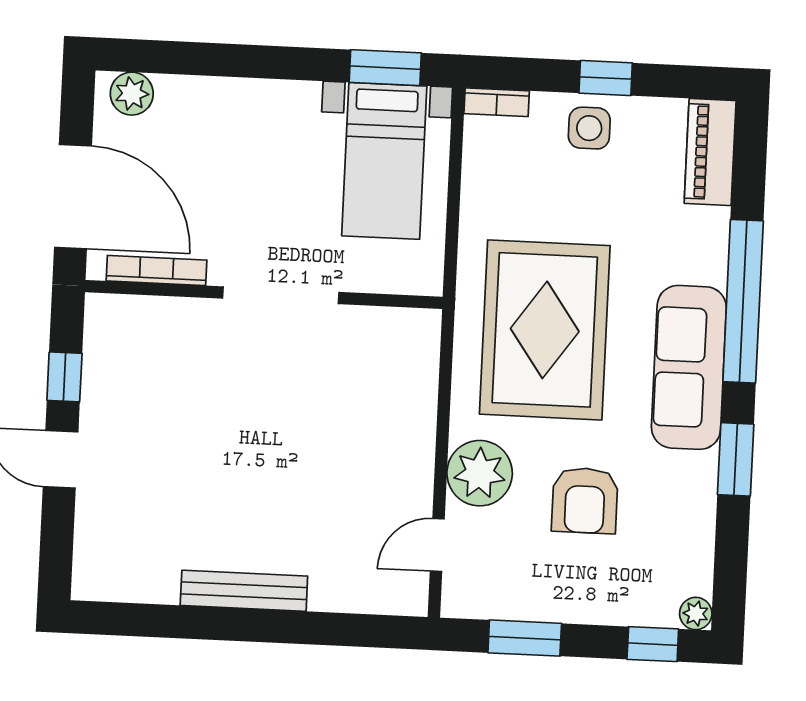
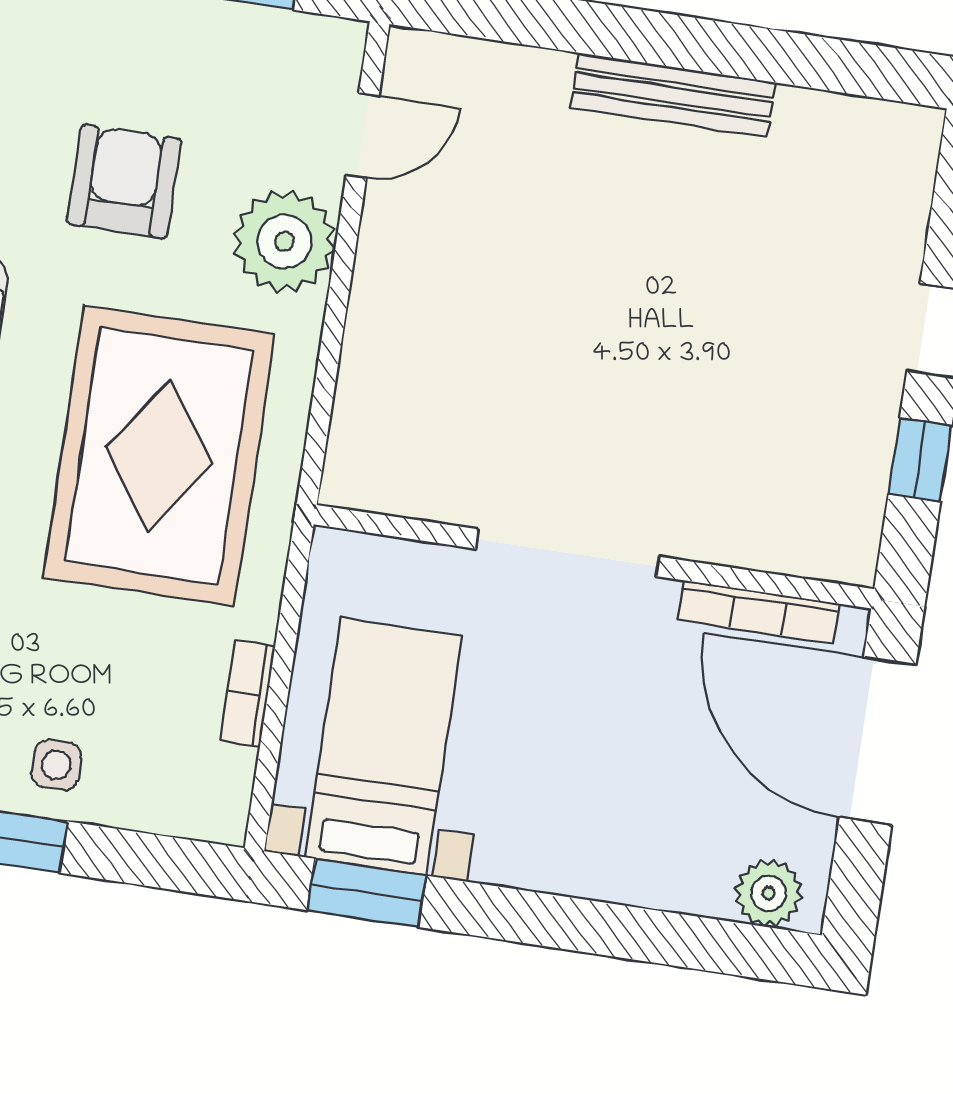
bookcase: (497, 102) -> (248, 693), moved, turned -90
side table: (589, 128) -> (57, 765), width x0.73, depth x0.73

